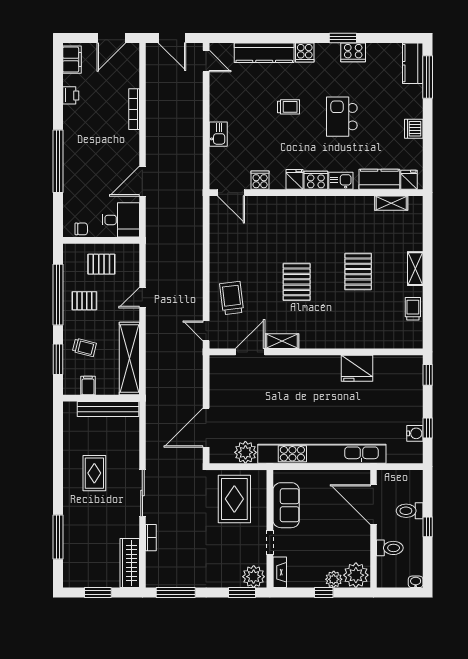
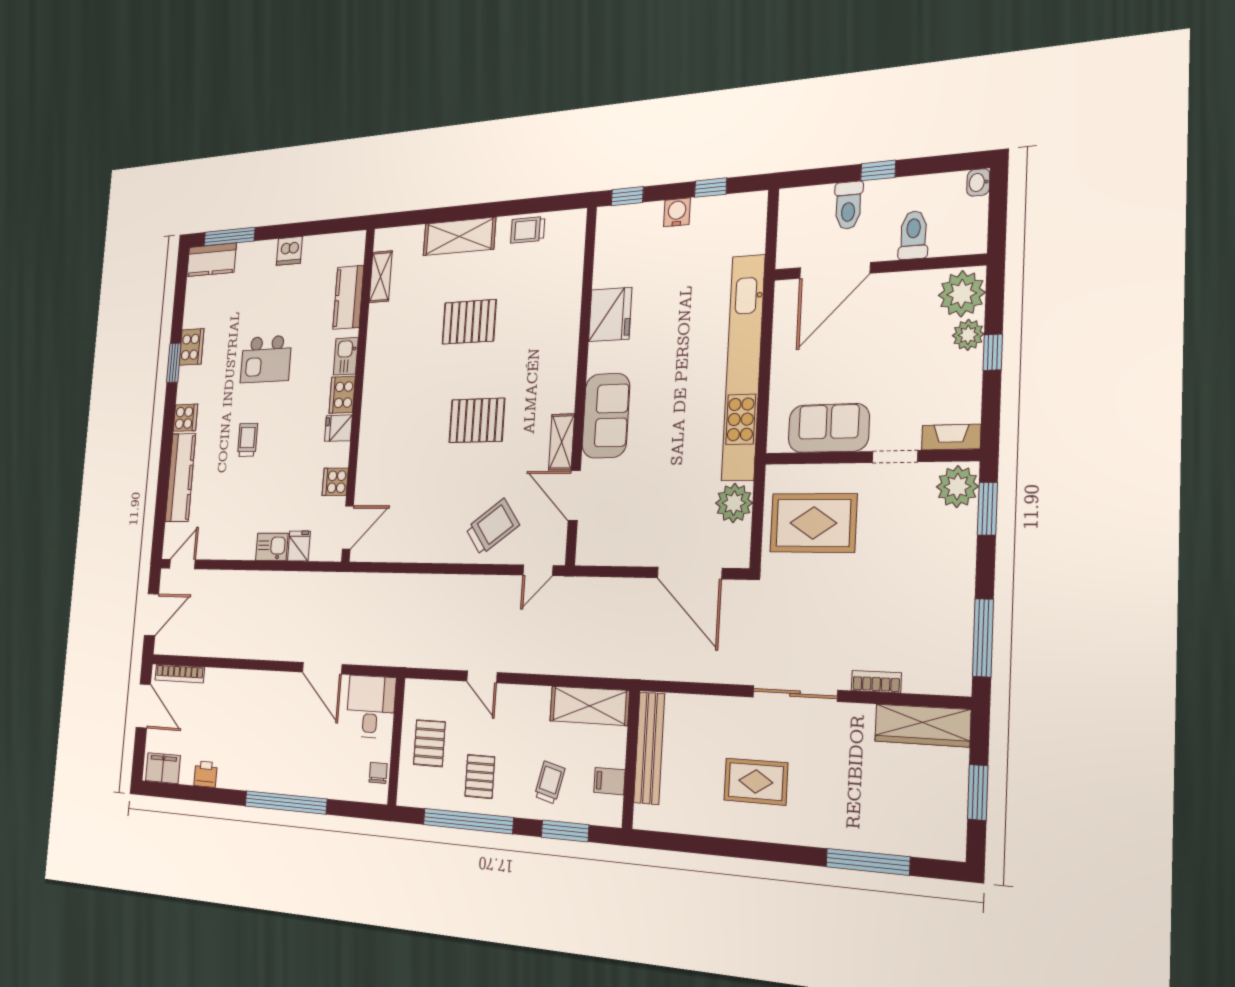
bookcase: (134, 109) -> (180, 674), moved
fridge: (409, 180) -> (299, 546), moved, turned 90
shelving: (415, 269) -> (459, 237), width x1.50, depth x1.33
trolley: (232, 298) -> (492, 527), turned 151
shelving: (129, 358) -> (589, 706), width x0.68
sofa: (297, 369) -> (606, 416), added
water cooler: (415, 433) -> (677, 212), moved

